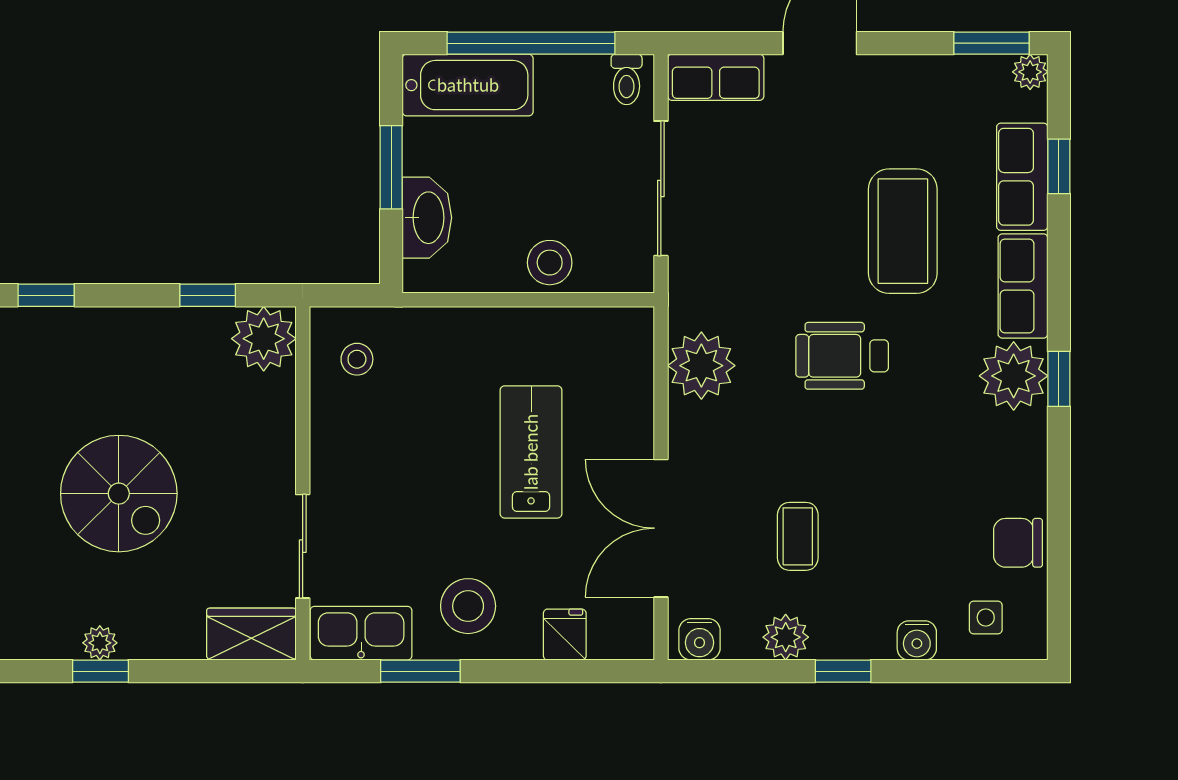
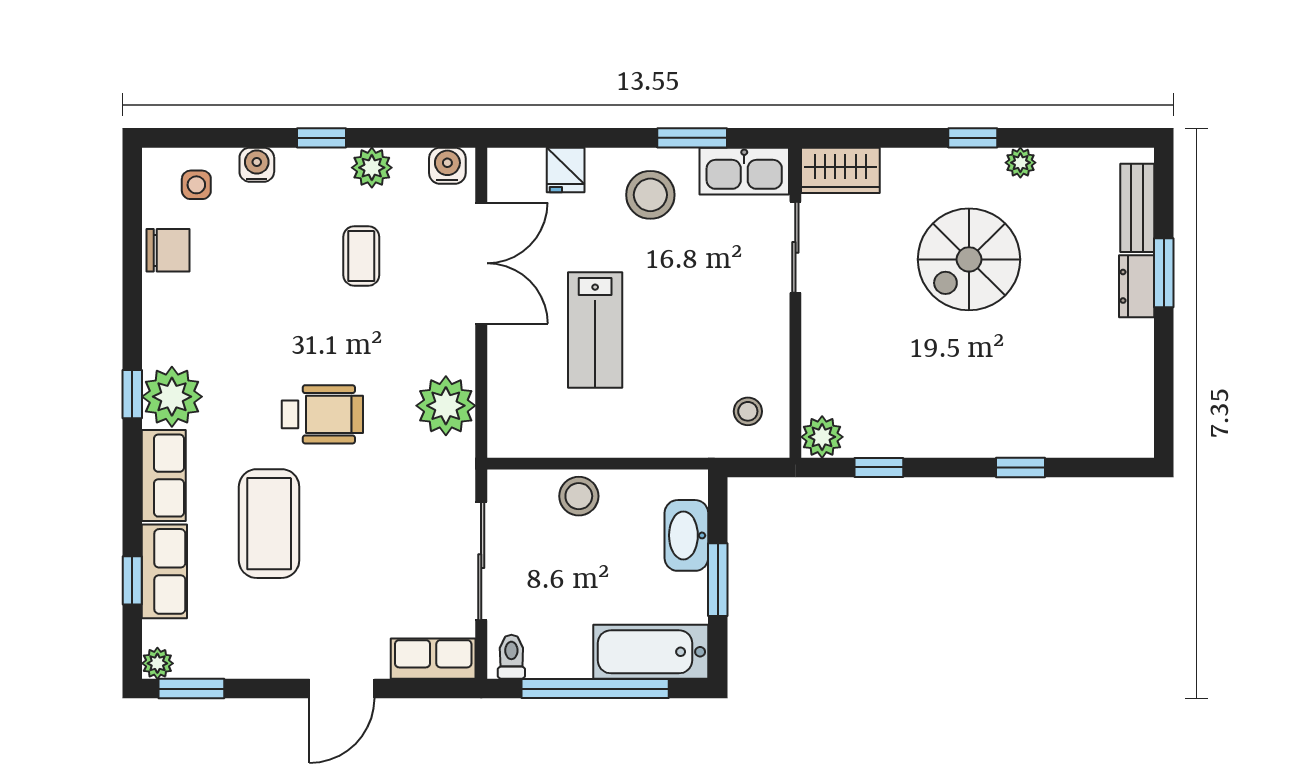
plant: (264, 339) -> (822, 437), width x0.73, depth x0.73
spiral stairs: (119, 494) -> (969, 259), moved, turned -90
plant: (100, 643) -> (1020, 163), moved

